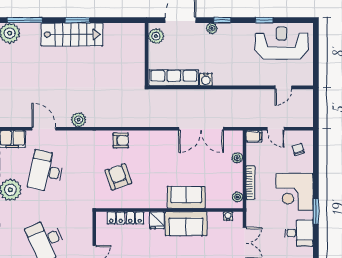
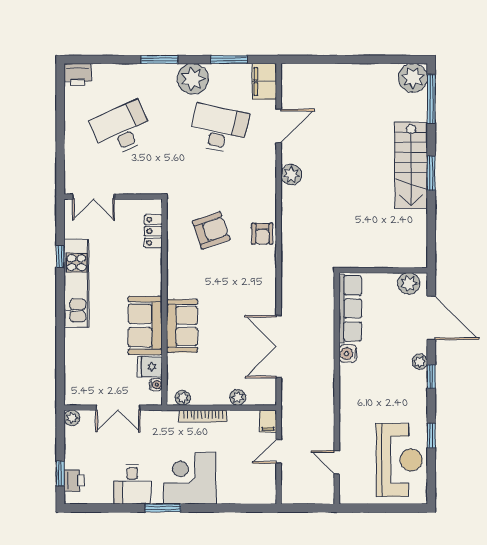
chair: (298, 149) -> (250, 483), removed
locker: (125, 218) -> (153, 231), width x0.66
fridge: (157, 220) -> (150, 367), moved

